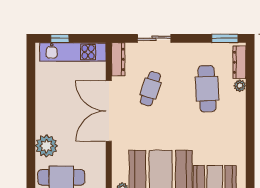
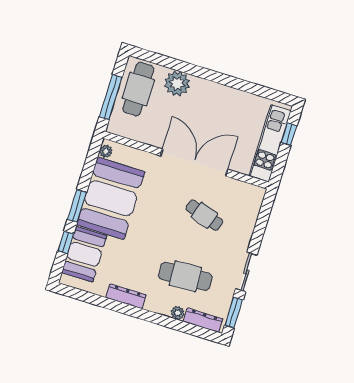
sliding door: (154, 38) -> (246, 272), moved
dresser: (118, 59) -> (126, 296), moved, turned 180

